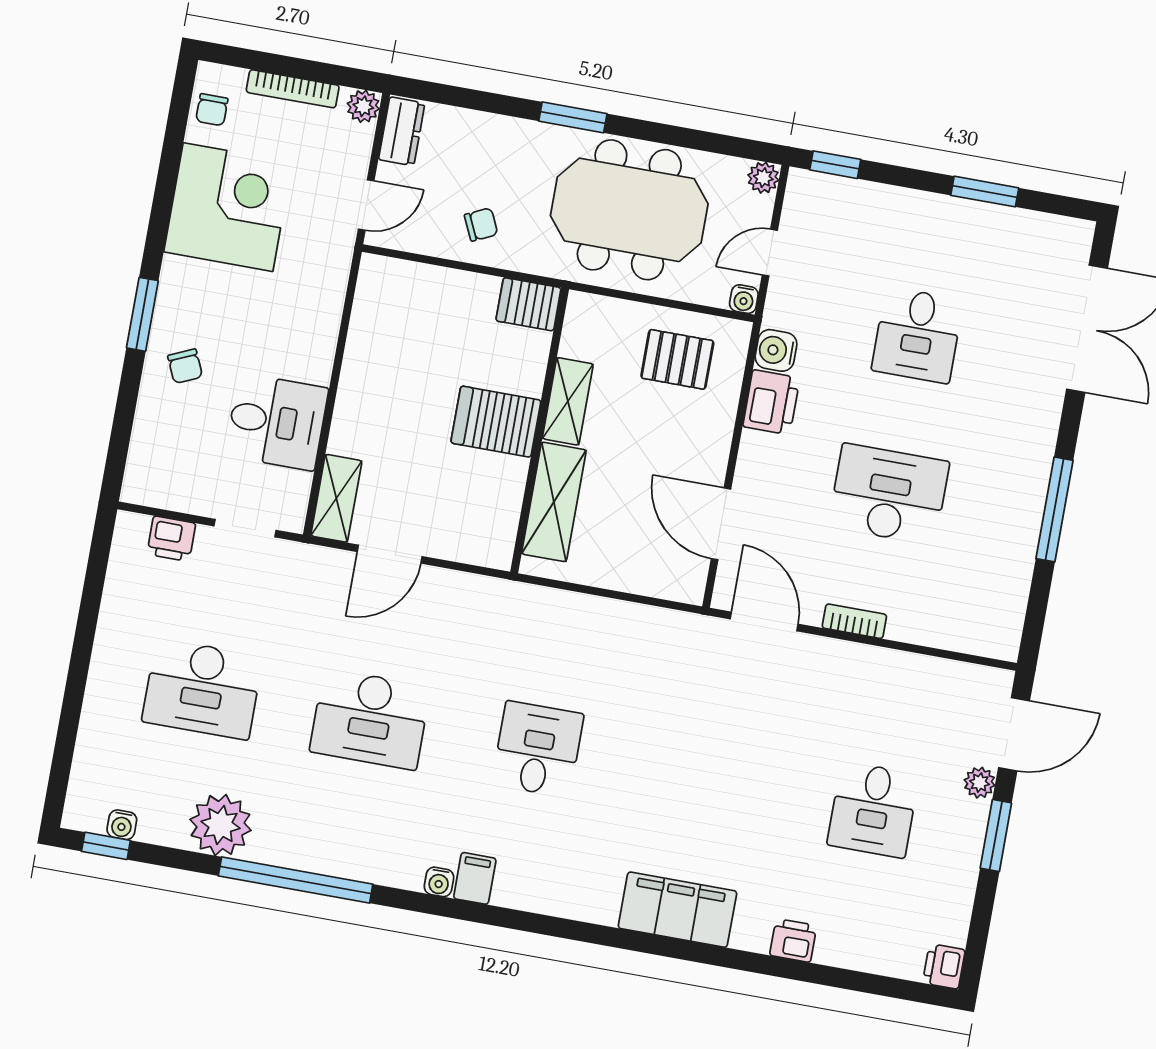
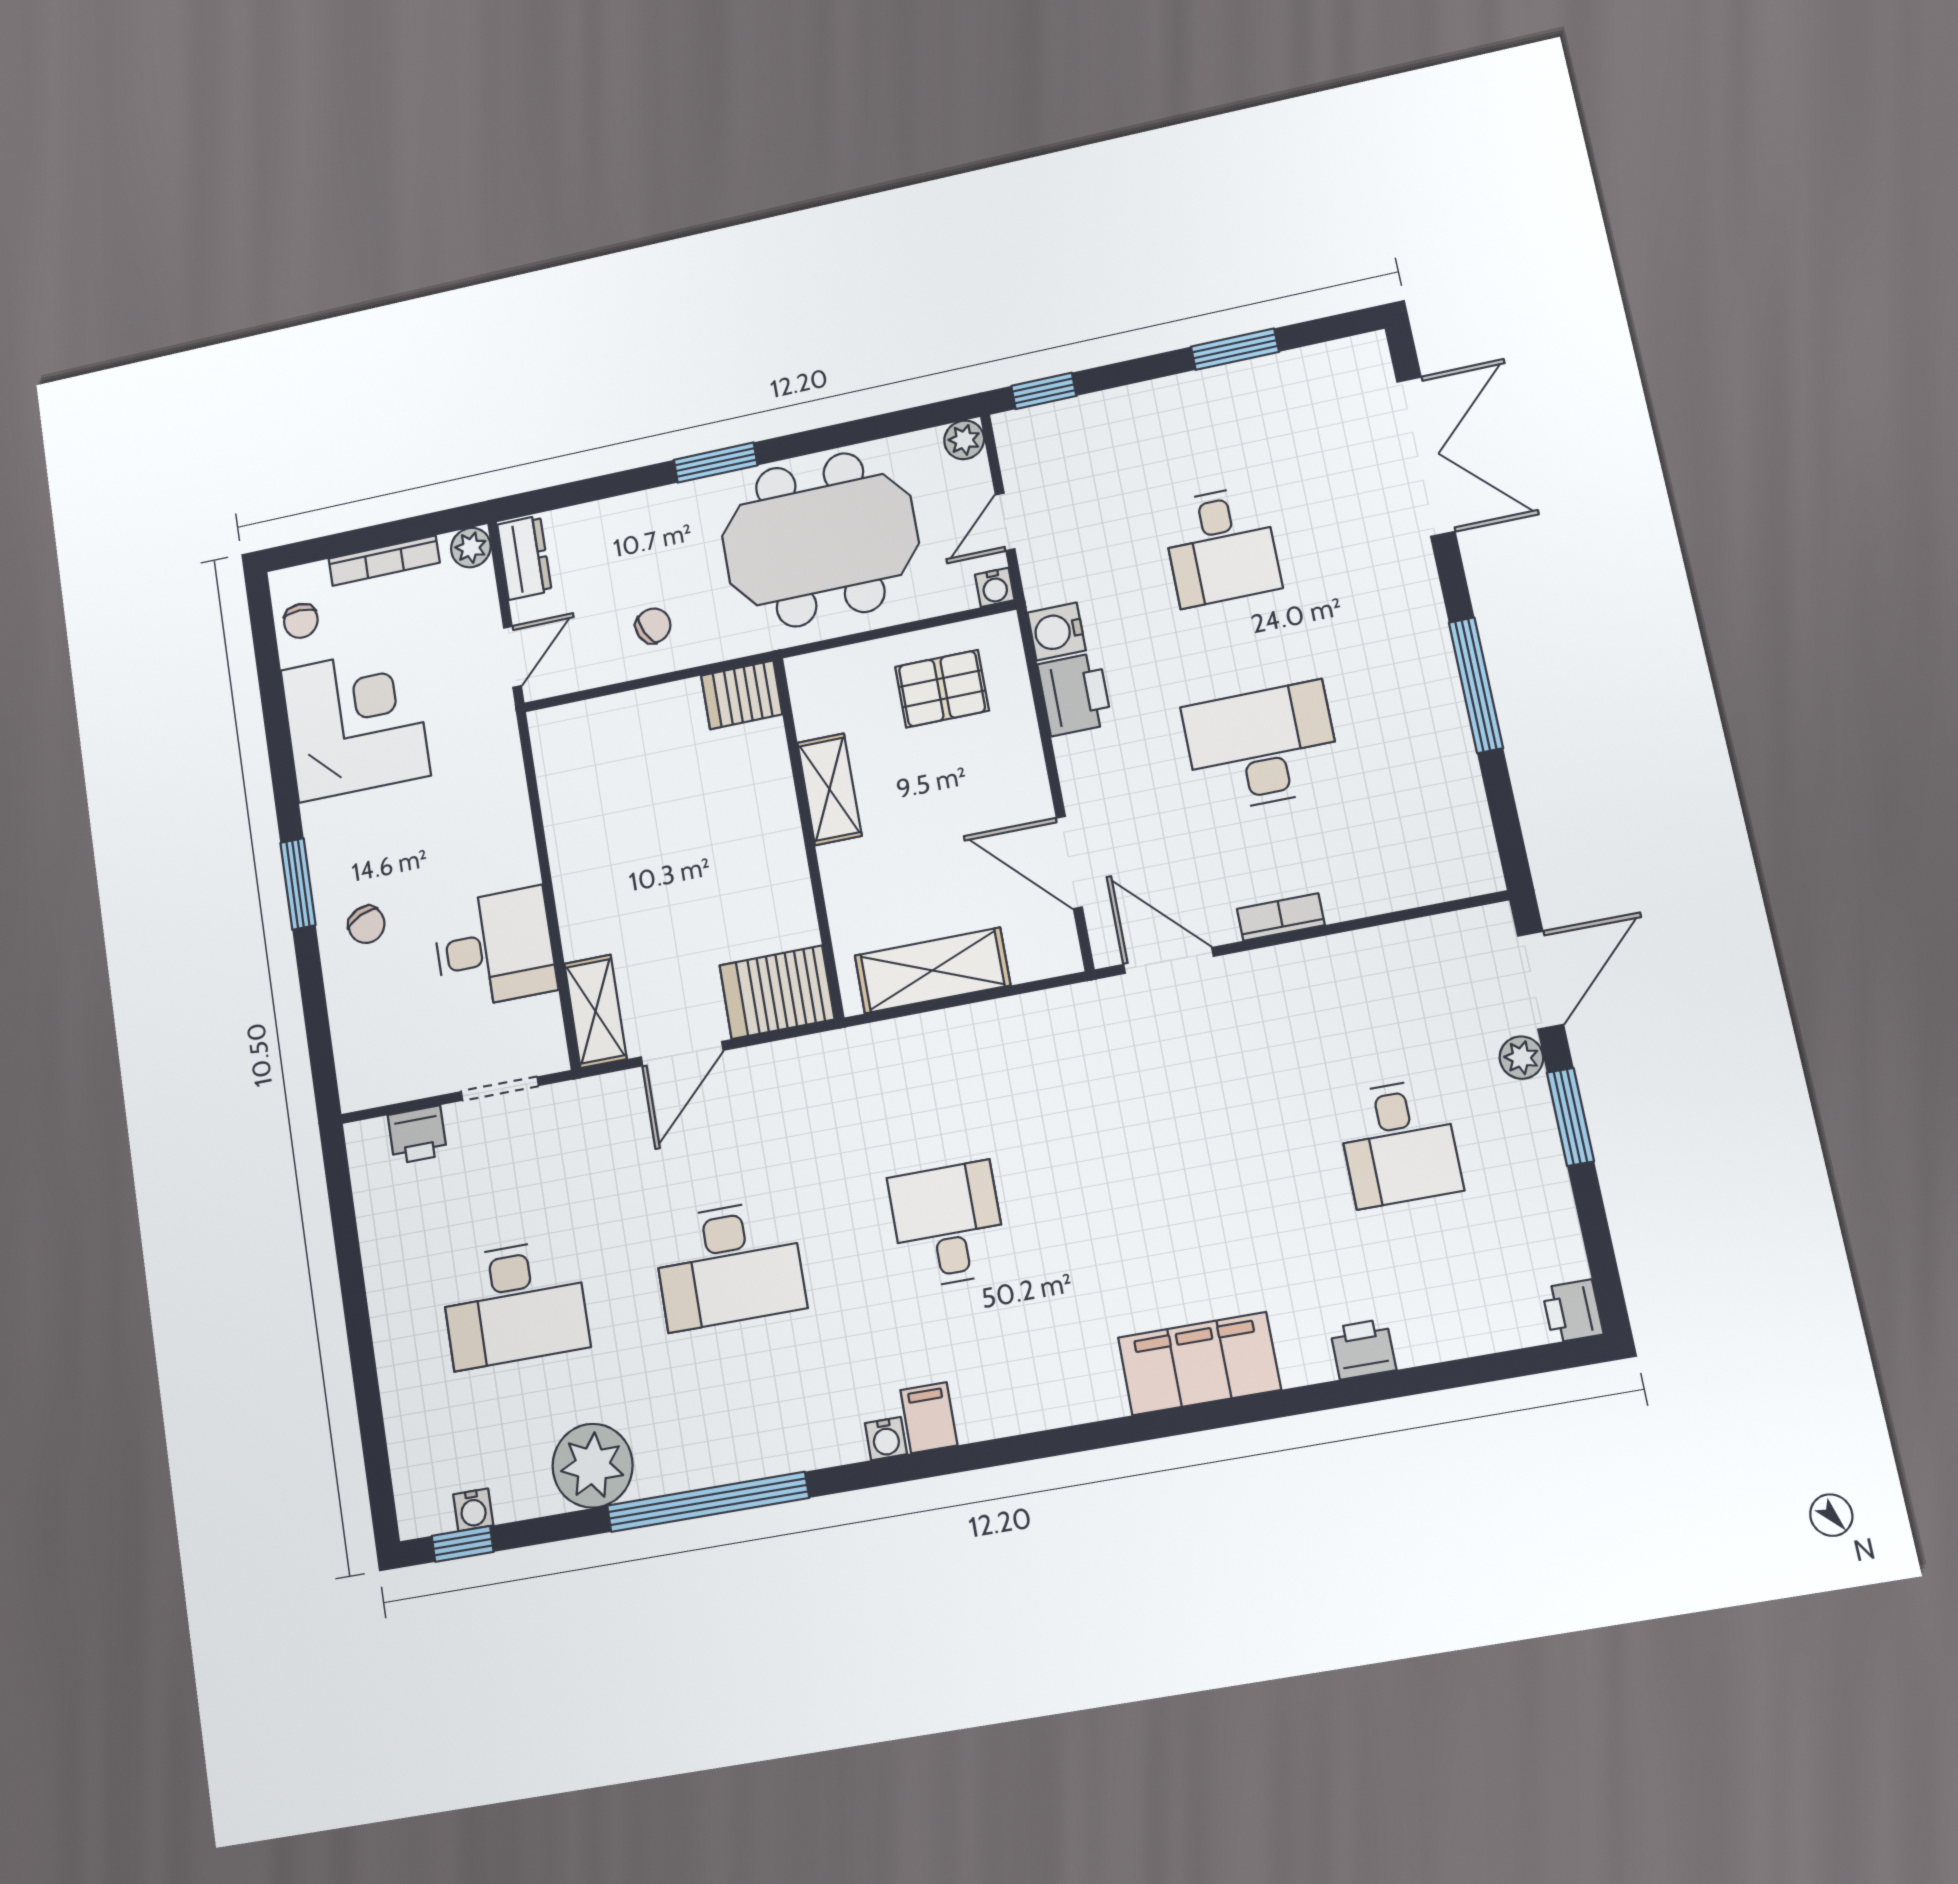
server rack: (496, 422) -> (777, 992), moved
shelving: (554, 502) -> (932, 970), moved, turned 90

